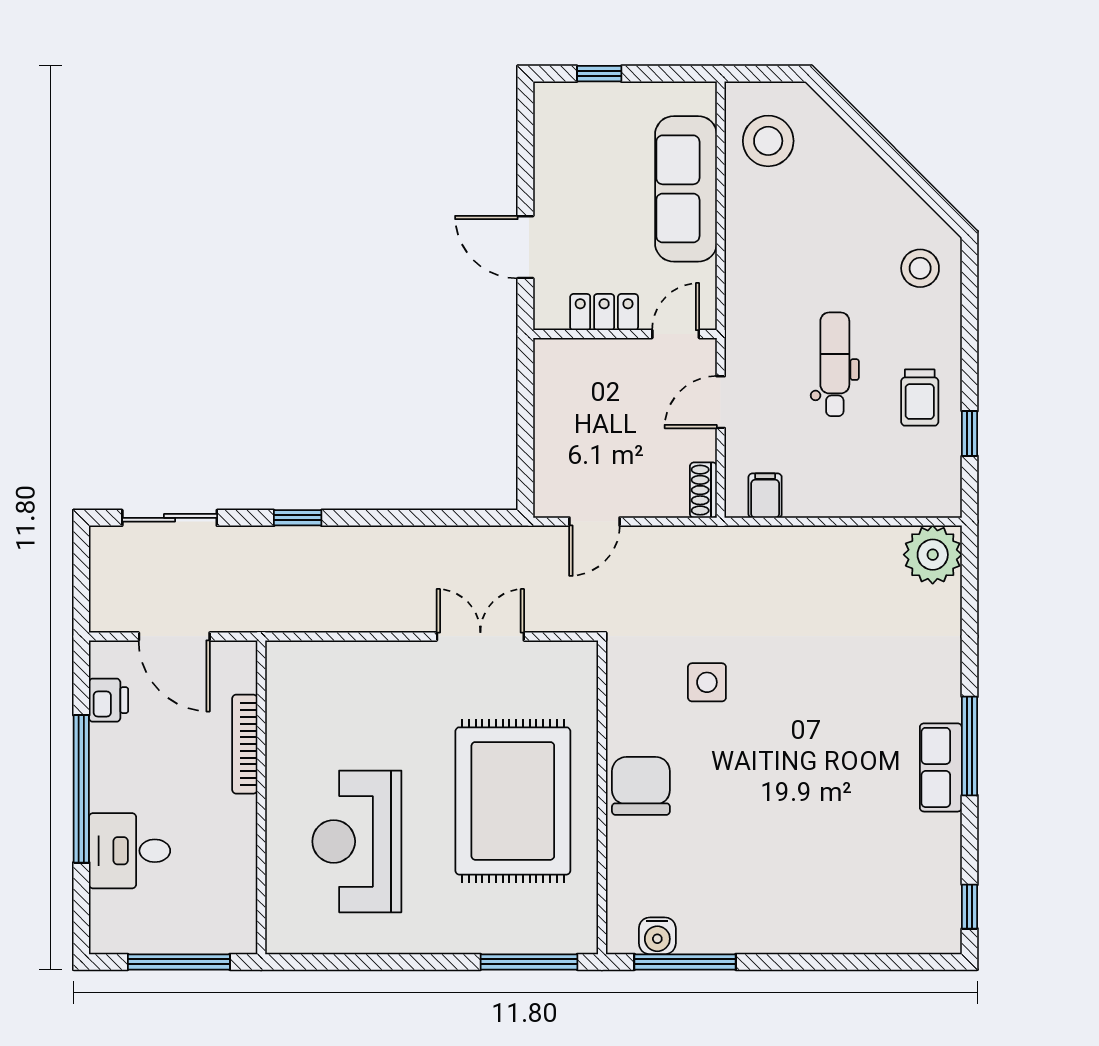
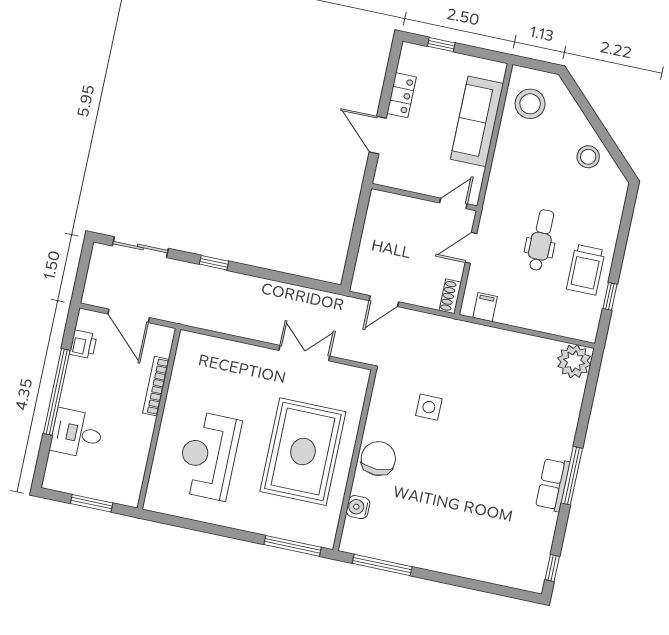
stool: (920, 268) -> (588, 157), moved
locker: (604, 312) -> (402, 95), moved, turned 90
trolley: (920, 398) -> (586, 270), width x1.36, depth x1.39
water cooler: (657, 936) -> (358, 507), moved, turned 90
window: (179, 962) -> (92, 503), width x0.69

